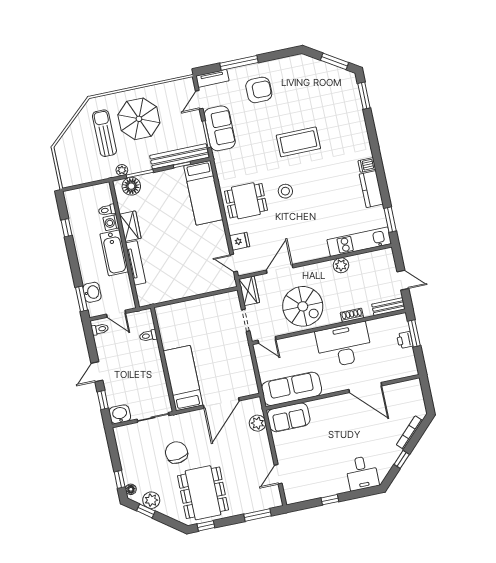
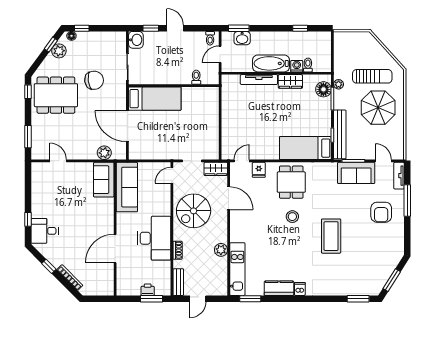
window: (330, 500) -> (28, 219), moved

